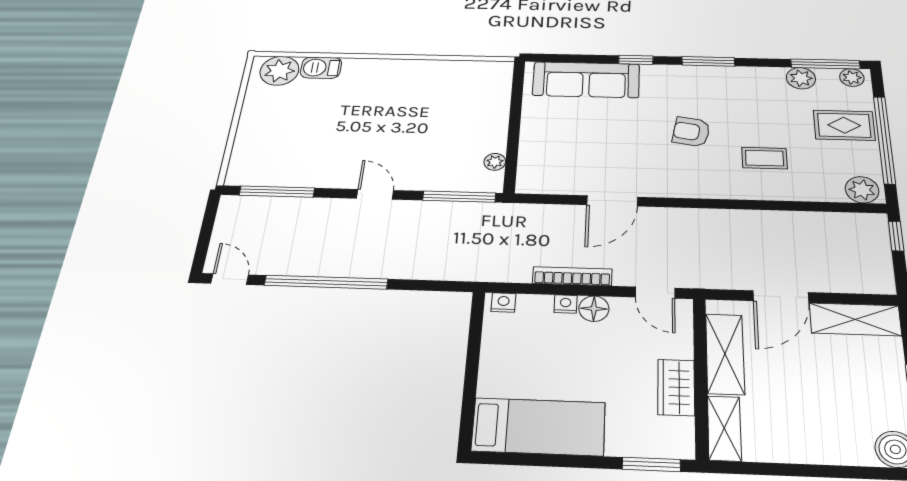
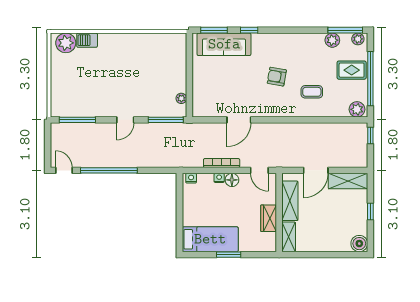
window: (708, 61) -> (214, 30), moved
door: (375, 194) -> (125, 120), swing flipped
window: (651, 464) -> (229, 255), moved

